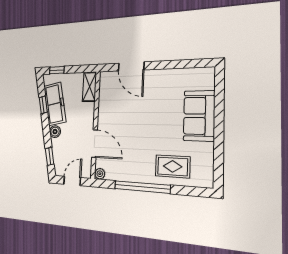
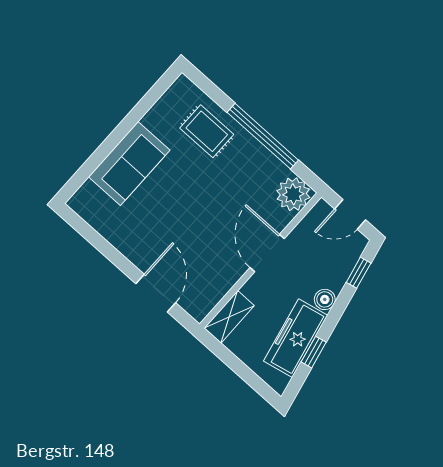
window: (57, 70) -> (256, 383), removed
door: (94, 144) -> (267, 253), moved
plant: (100, 174) -> (293, 194), width x1.88, depth x1.88

